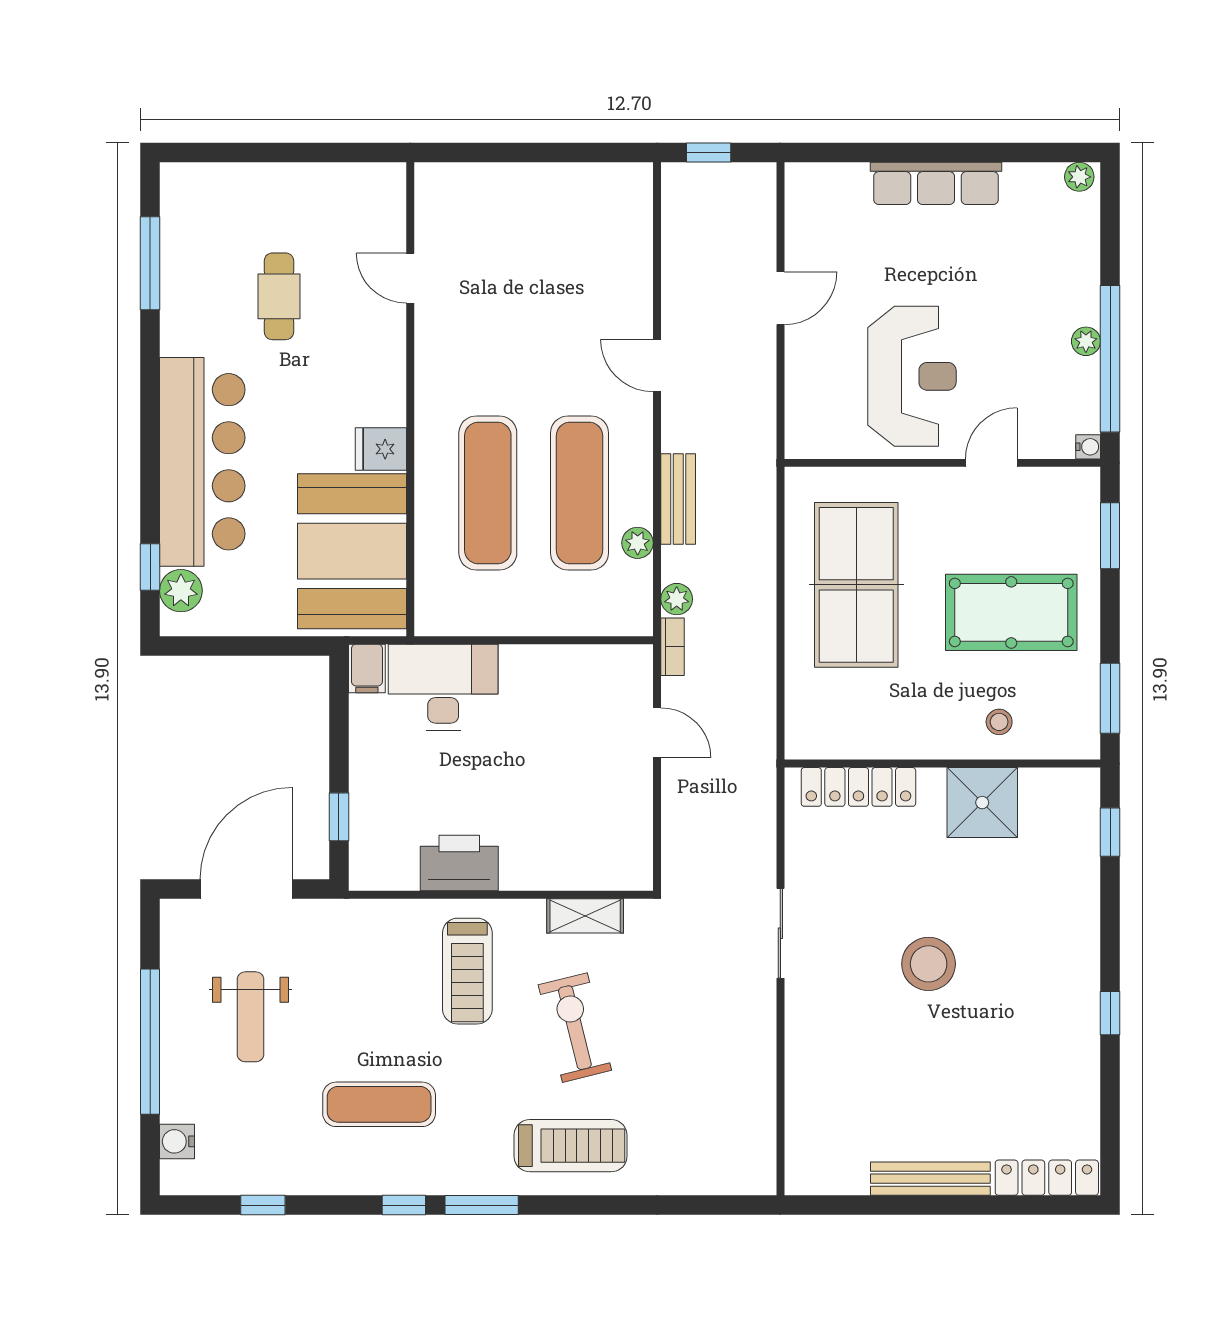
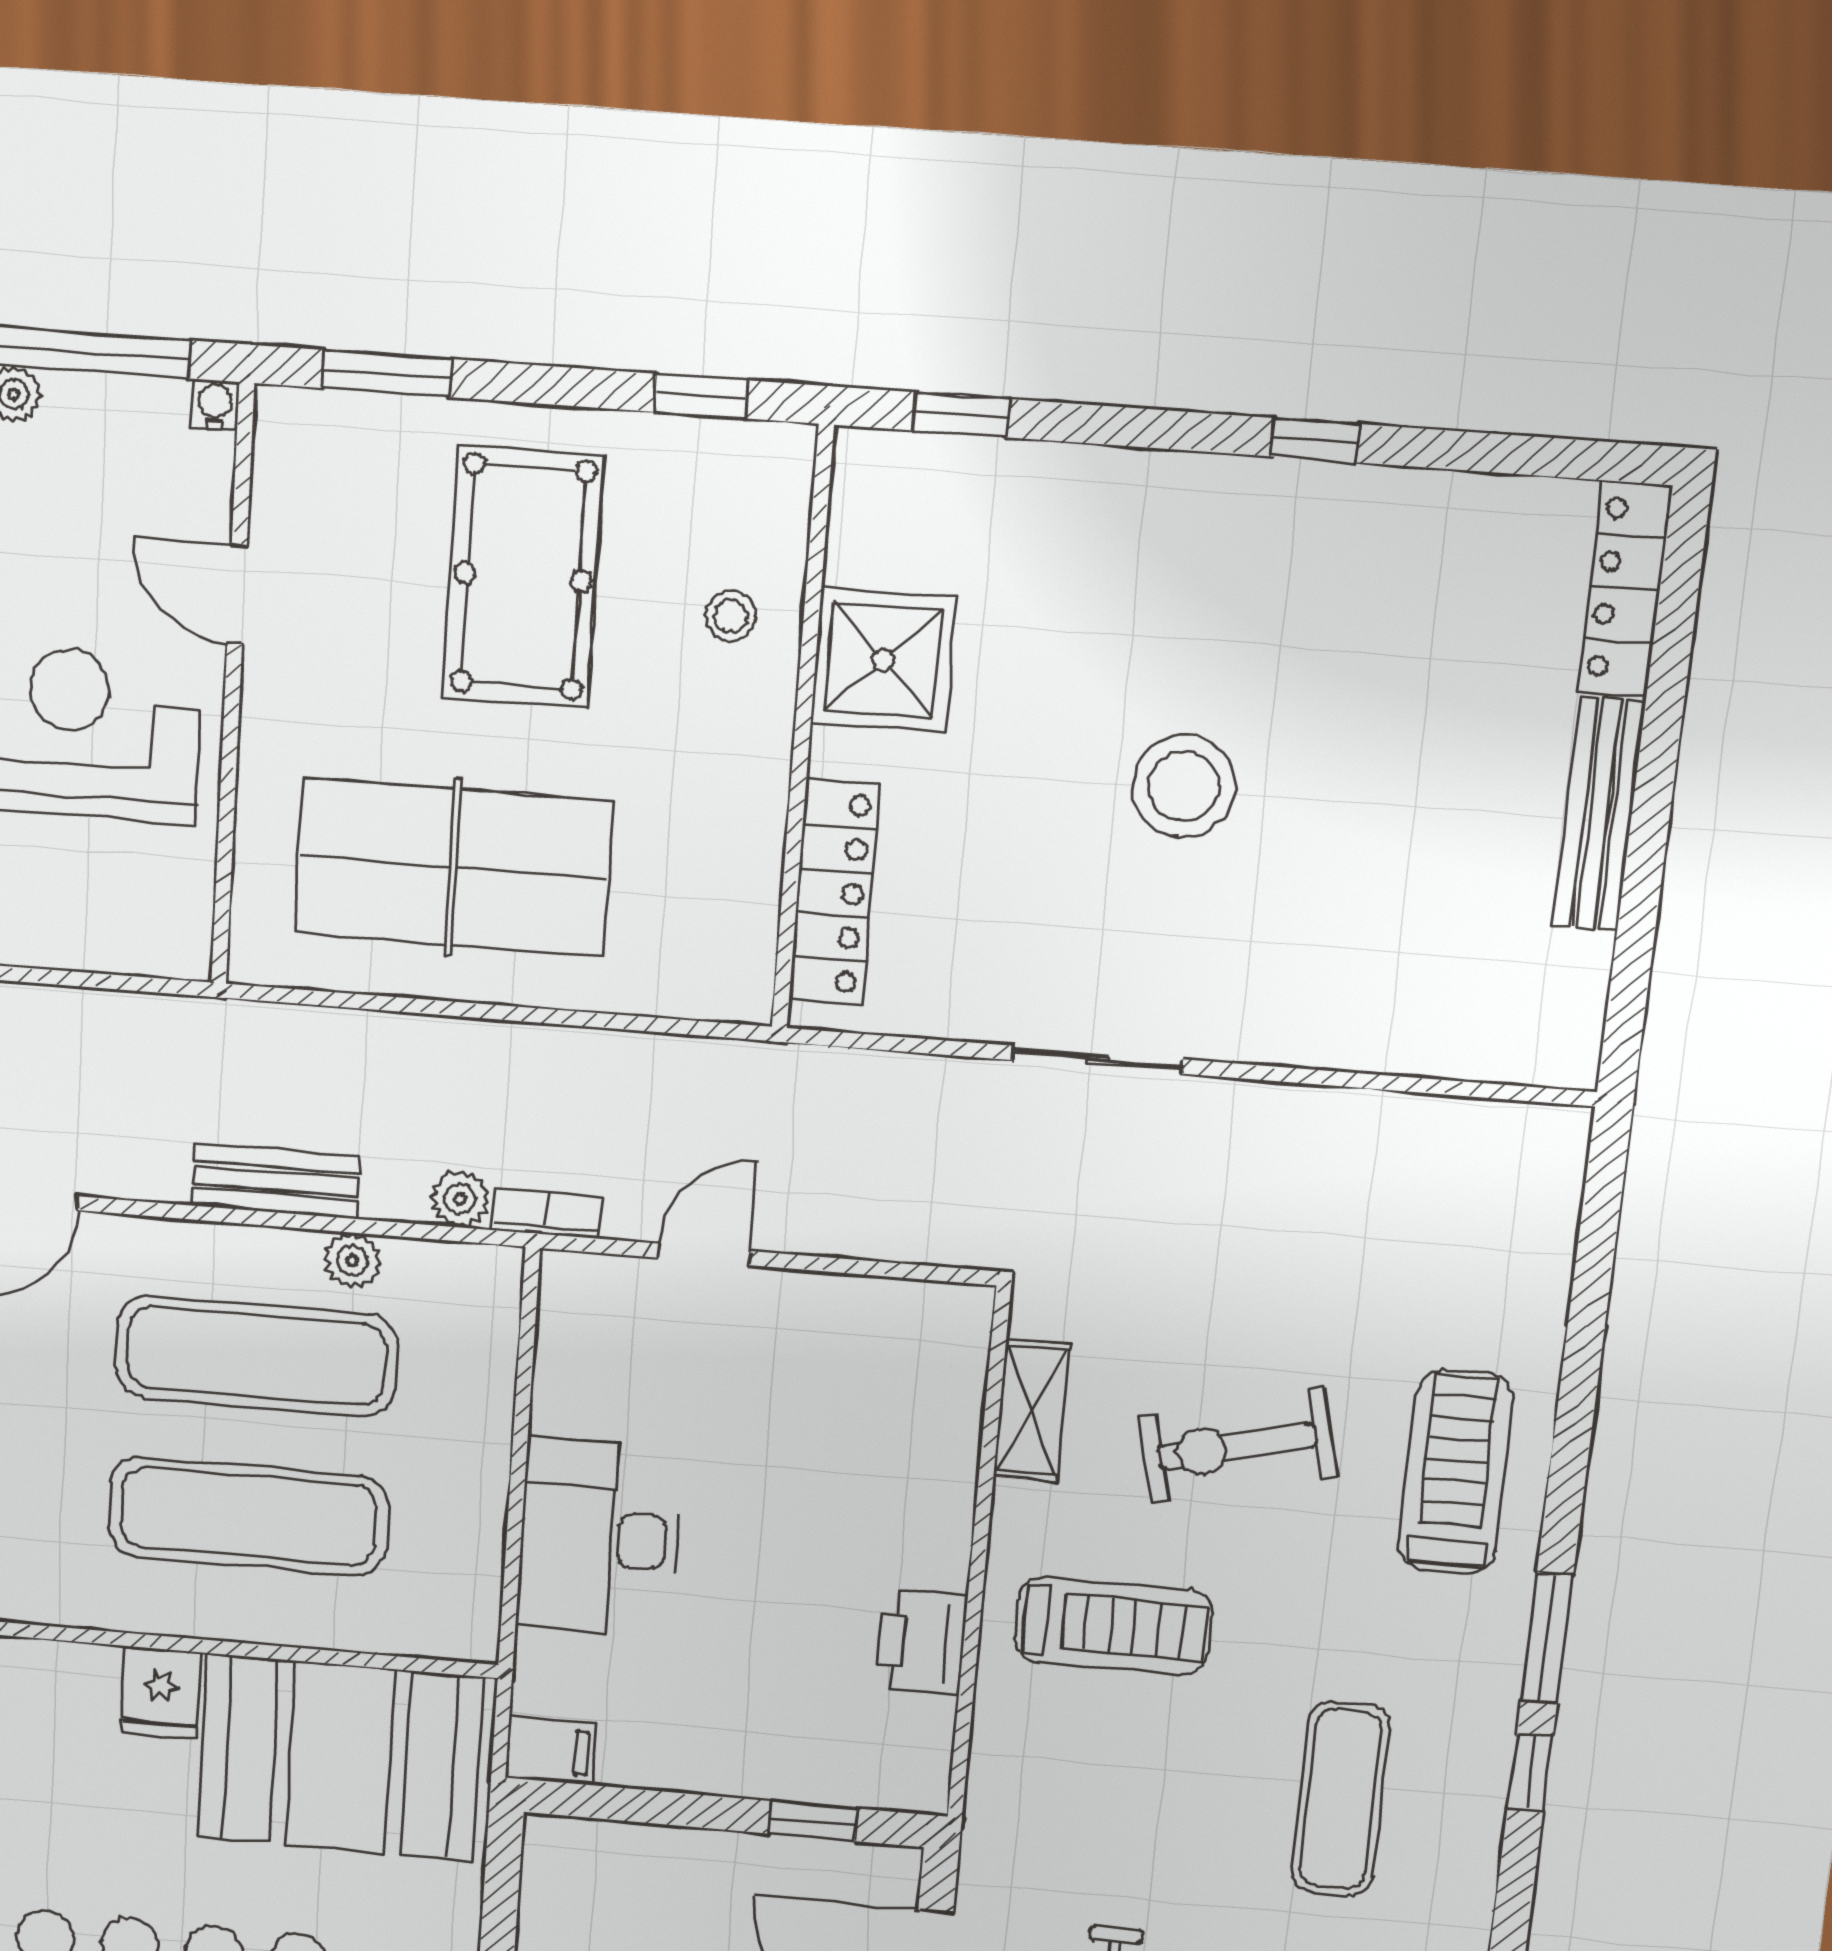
desk: (443, 687) -> (599, 1538), moved
window: (1110, 698) -> (701, 396), width x0.67
printer: (459, 863) -> (921, 1642), width x0.73, depth x0.84

